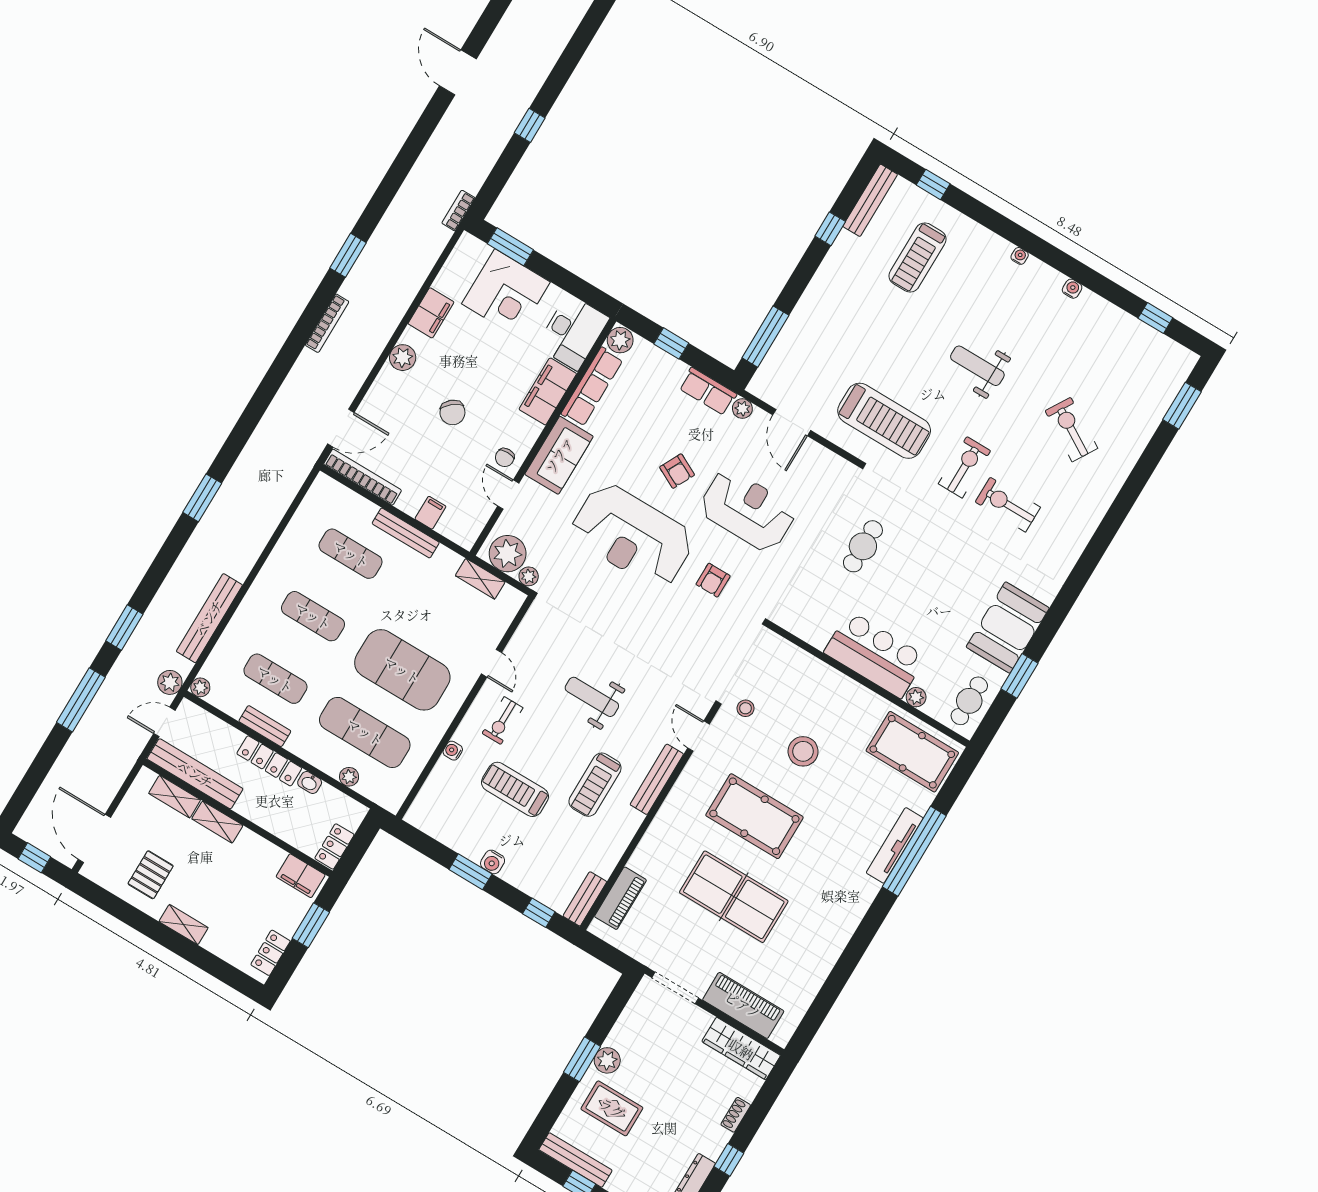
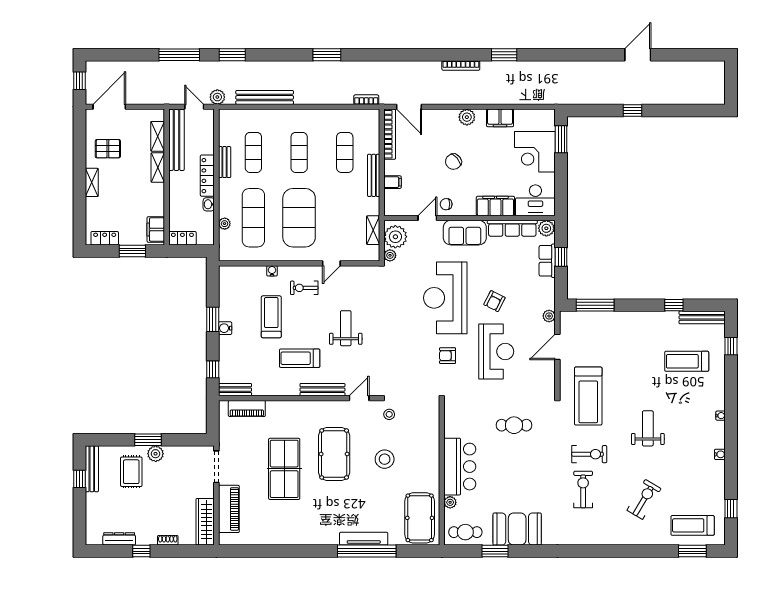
bookcase: (458, 211) -> (366, 100), moved
treadmill: (1147, 384) -> (693, 525), added
row of seats: (708, 391) -> (547, 261), moved
plant: (200, 687) -> (224, 115), removed

